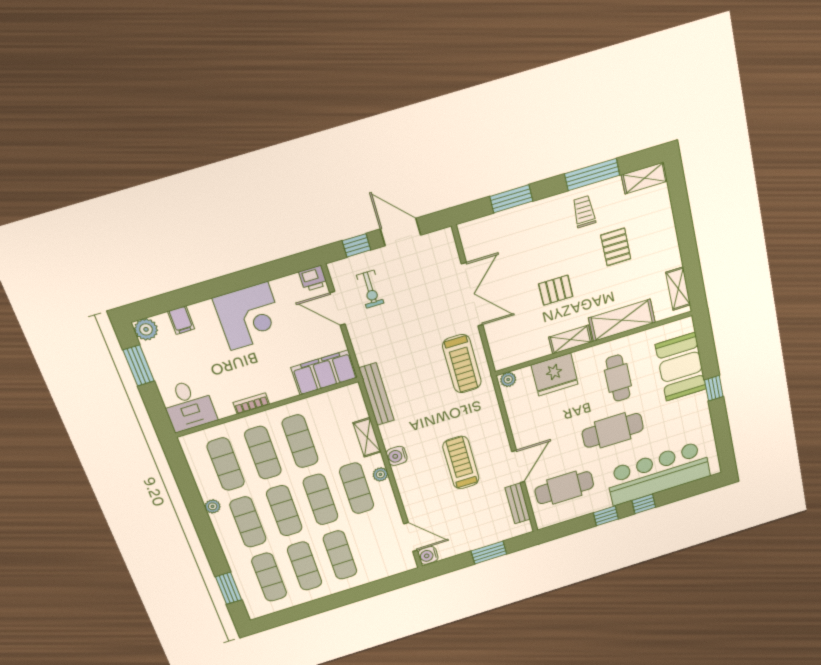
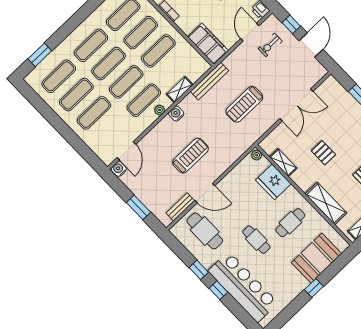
shelving: (571, 340) -> (283, 162), moved
treadmill: (462, 364) -> (244, 104), moved
cafe table: (613, 430) -> (256, 240), width x0.73, depth x0.74
plant: (213, 506) -> (92, 19), removed

